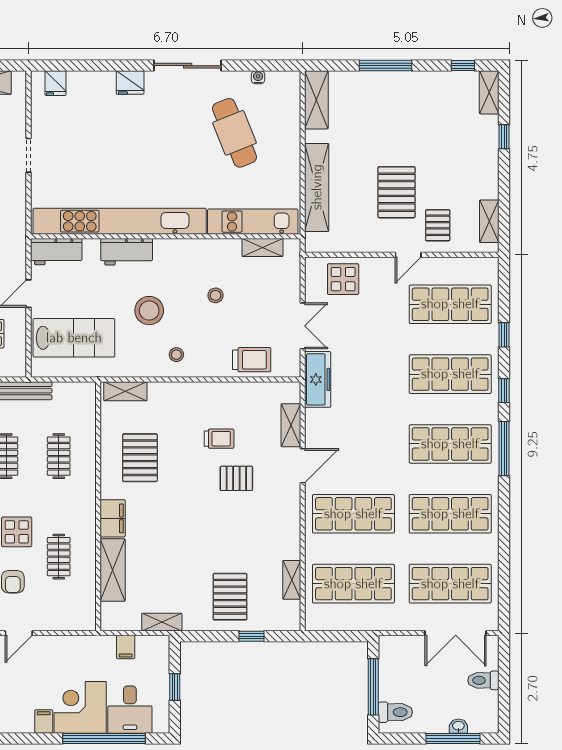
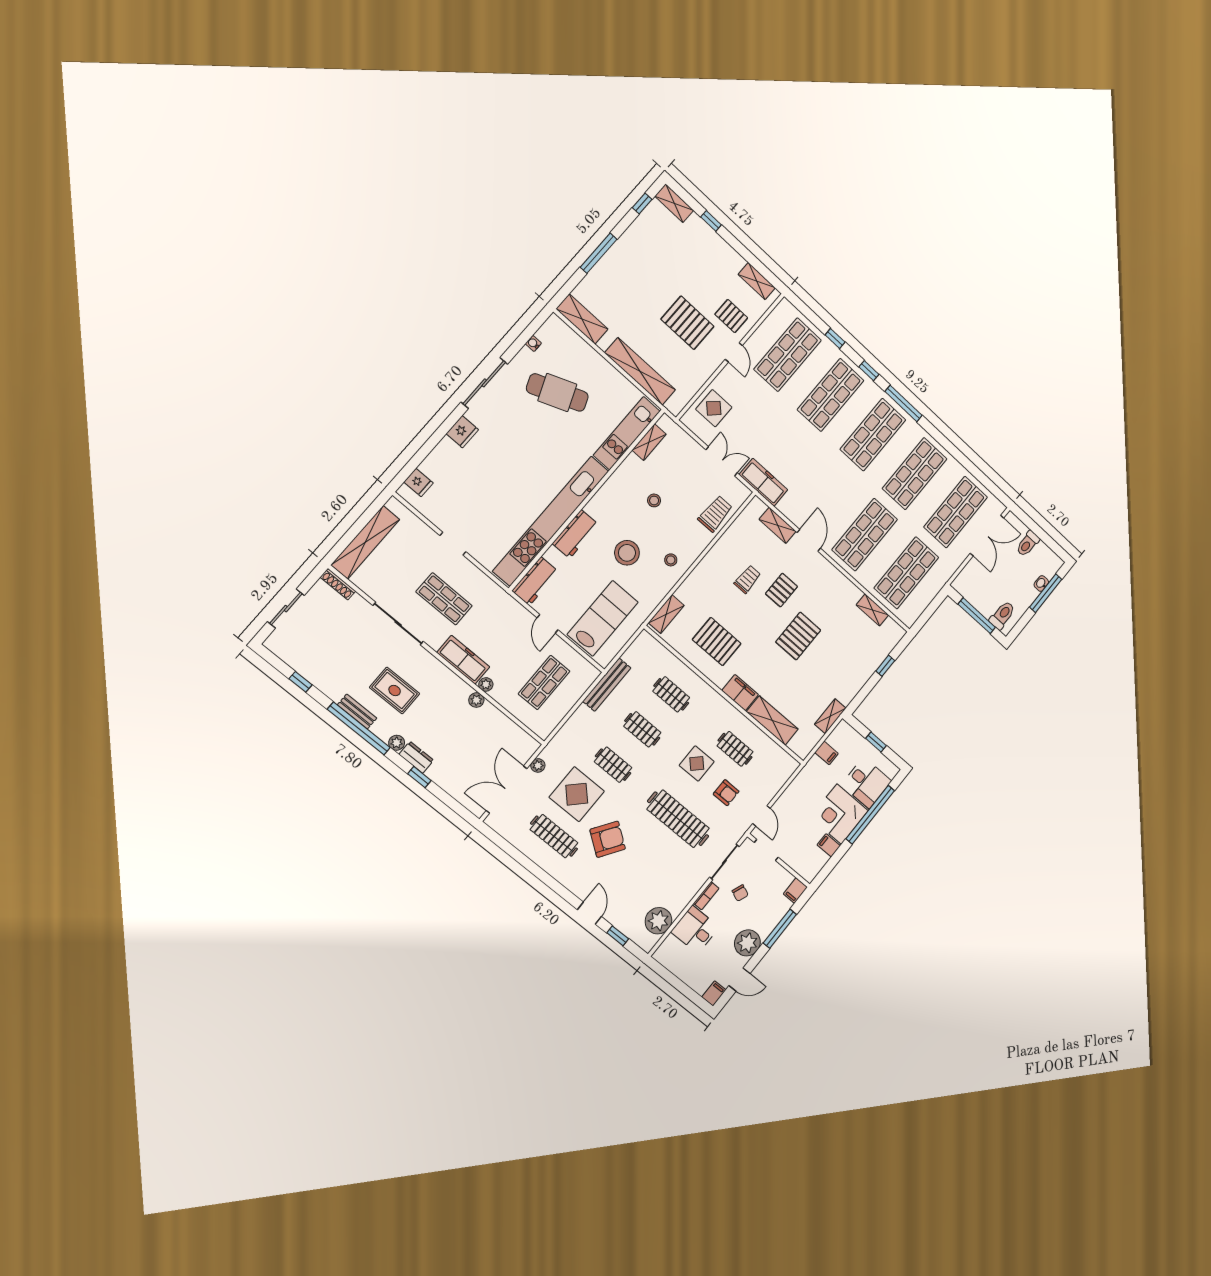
pallet: (230, 597) -> (798, 636), moved, turned 90

